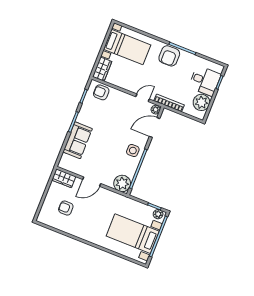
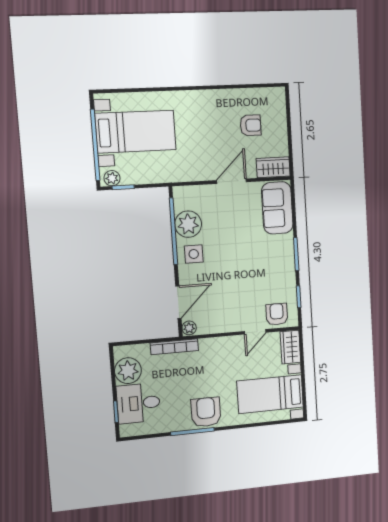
armchair: (101, 92) -> (277, 314), turned -90
door: (143, 98) -> (255, 332), moved
sofa: (78, 140) -> (277, 208), moved
plant: (122, 183) -> (188, 224), moved

